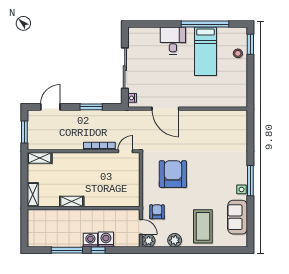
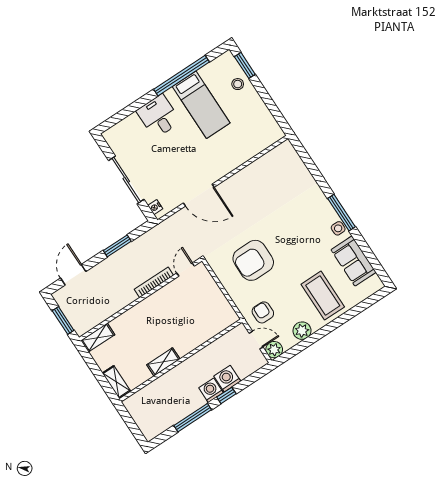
armchair: (173, 174) -> (253, 260), turned -90

